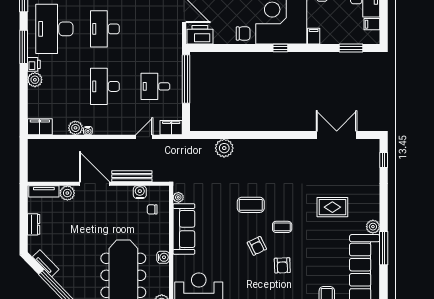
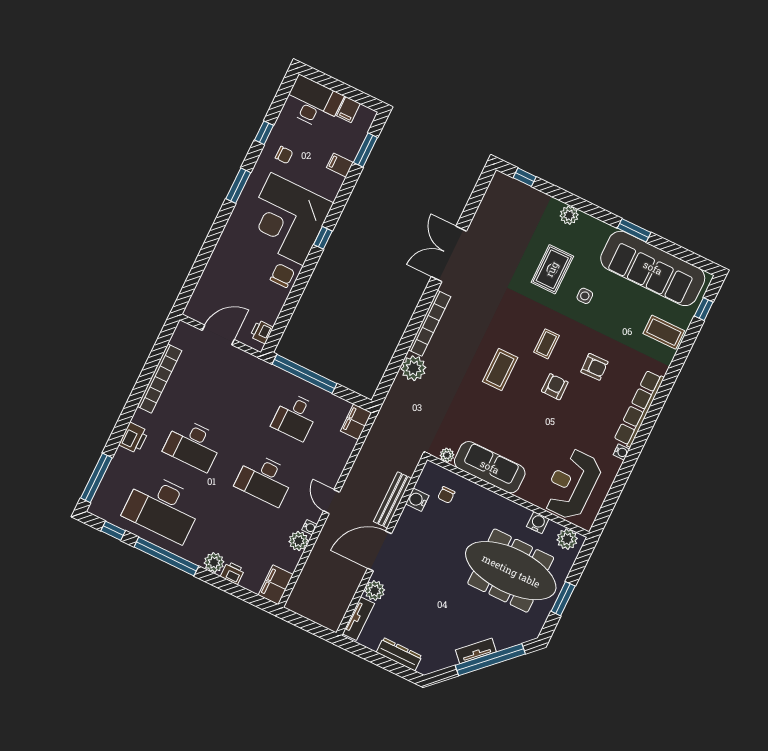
printer: (200, 35) -> (262, 332), width x0.53, depth x0.68
filing cabinet: (314, 36) -> (340, 165), moved
window: (24, 47) -> (166, 556), width x1.46
printer: (34, 64) -> (232, 573), moved
double door: (337, 135) -> (449, 254), moved
door: (144, 137) -> (332, 502), moved
bookcase: (259, 144) -> (430, 323), added
dresser: (34, 224) -> (399, 654), width x1.44
plant: (373, 227) -> (569, 215), moved
side table: (325, 237) -> (585, 296), added
armchair: (257, 246) -> (555, 387), turned -64
window: (384, 248) -> (634, 230), width x0.69
water cooler: (163, 257) -> (538, 523), moved
tv unit: (46, 263) -> (476, 651), moved

